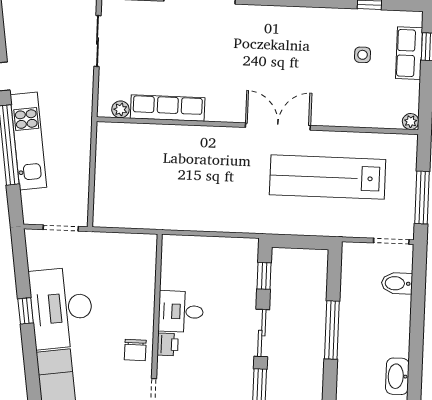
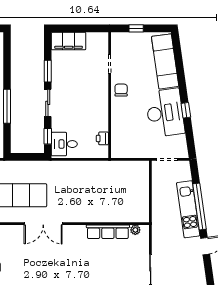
desk: (181, 312) -> (64, 144), moved, turned 180
printer: (168, 344) -> (102, 138), moved

